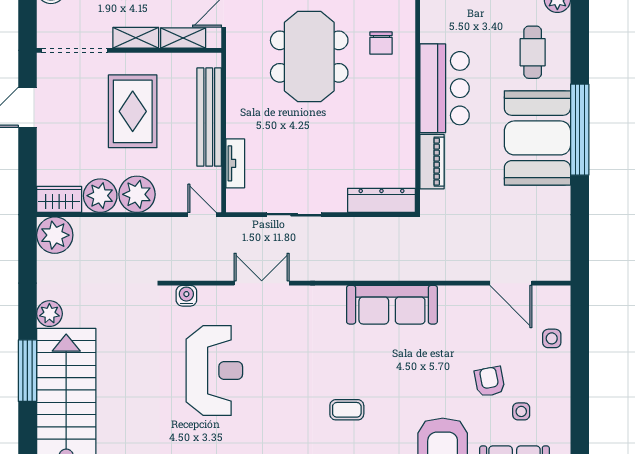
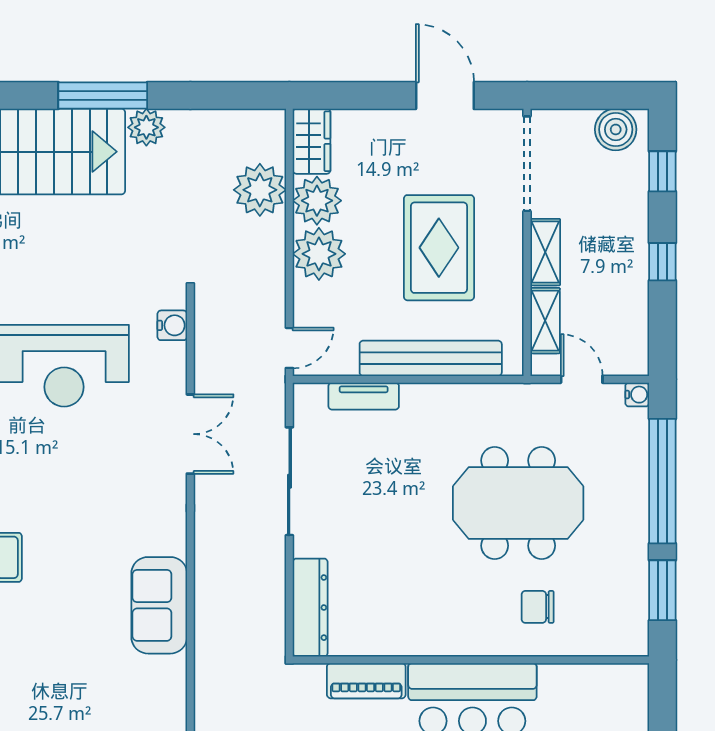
rug: (133, 111) -> (439, 248), turned 90
sliding door: (294, 215) -> (289, 481), width x1.37
plant: (55, 235) -> (260, 190), moved
sofa: (392, 305) -> (159, 605), width x0.73
window: (27, 371) -> (103, 95), moved

